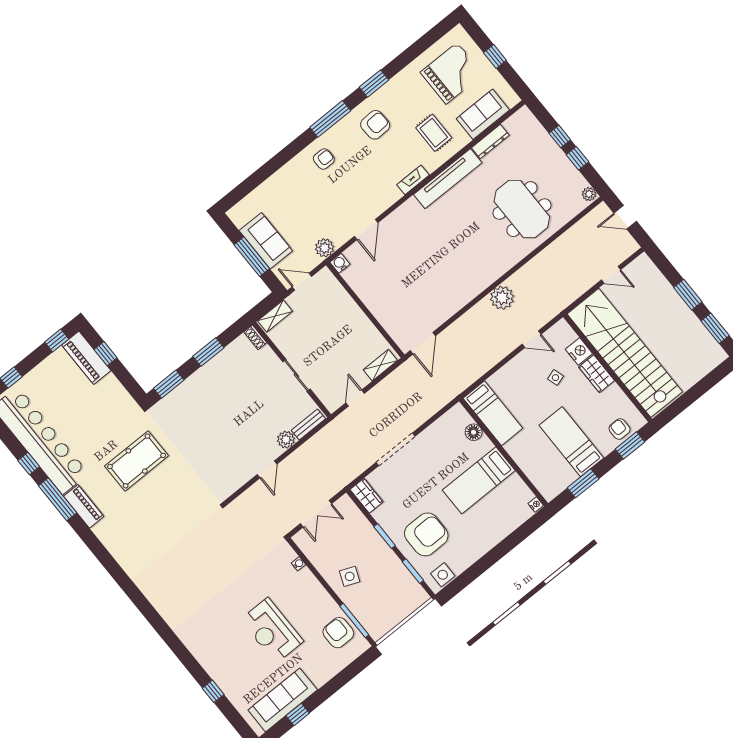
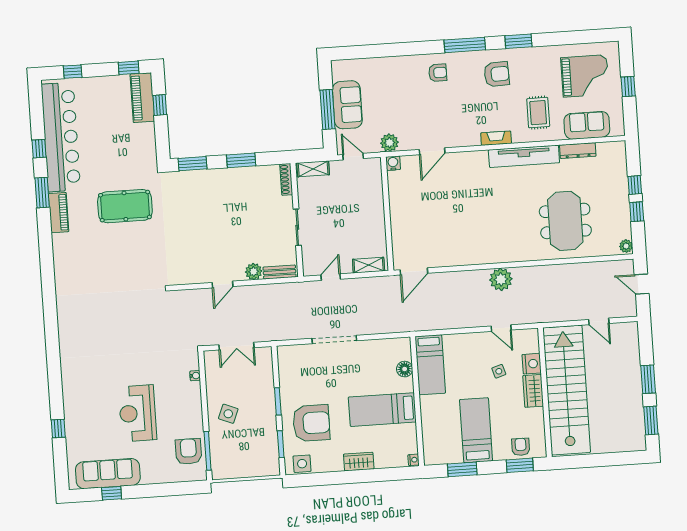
shoe rack: (255, 337) -> (286, 179), width x1.43
wardrobe: (367, 496) -> (359, 462), moved, turned -90
window: (58, 499) -> (42, 193), width x0.69

